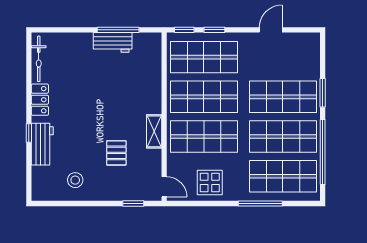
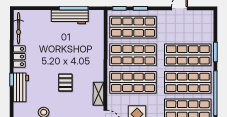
workbench: (113, 42) -> (70, 17), width x1.38
shelving: (154, 131) -> (98, 94), moved
pallet: (116, 153) -> (65, 83), moved

